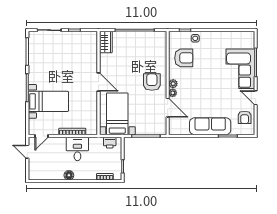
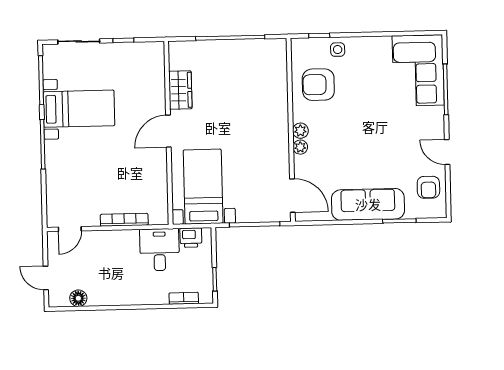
wardrobe: (106, 42) -> (180, 90), moved
armchair: (184, 58) -> (318, 85), turned 180
corner sofa: (240, 69) -> (418, 71), moved
door: (98, 82) -> (168, 131), swing flipped
armchair: (152, 82) -> (263, 129), removed
bed with nightstands: (48, 101) -> (79, 109), moved
door: (168, 108) -> (292, 196), moved
desk: (77, 149) -> (160, 250), moved
door: (27, 152) -> (46, 278), moved
floor lamp: (69, 175) -> (78, 298), moved

